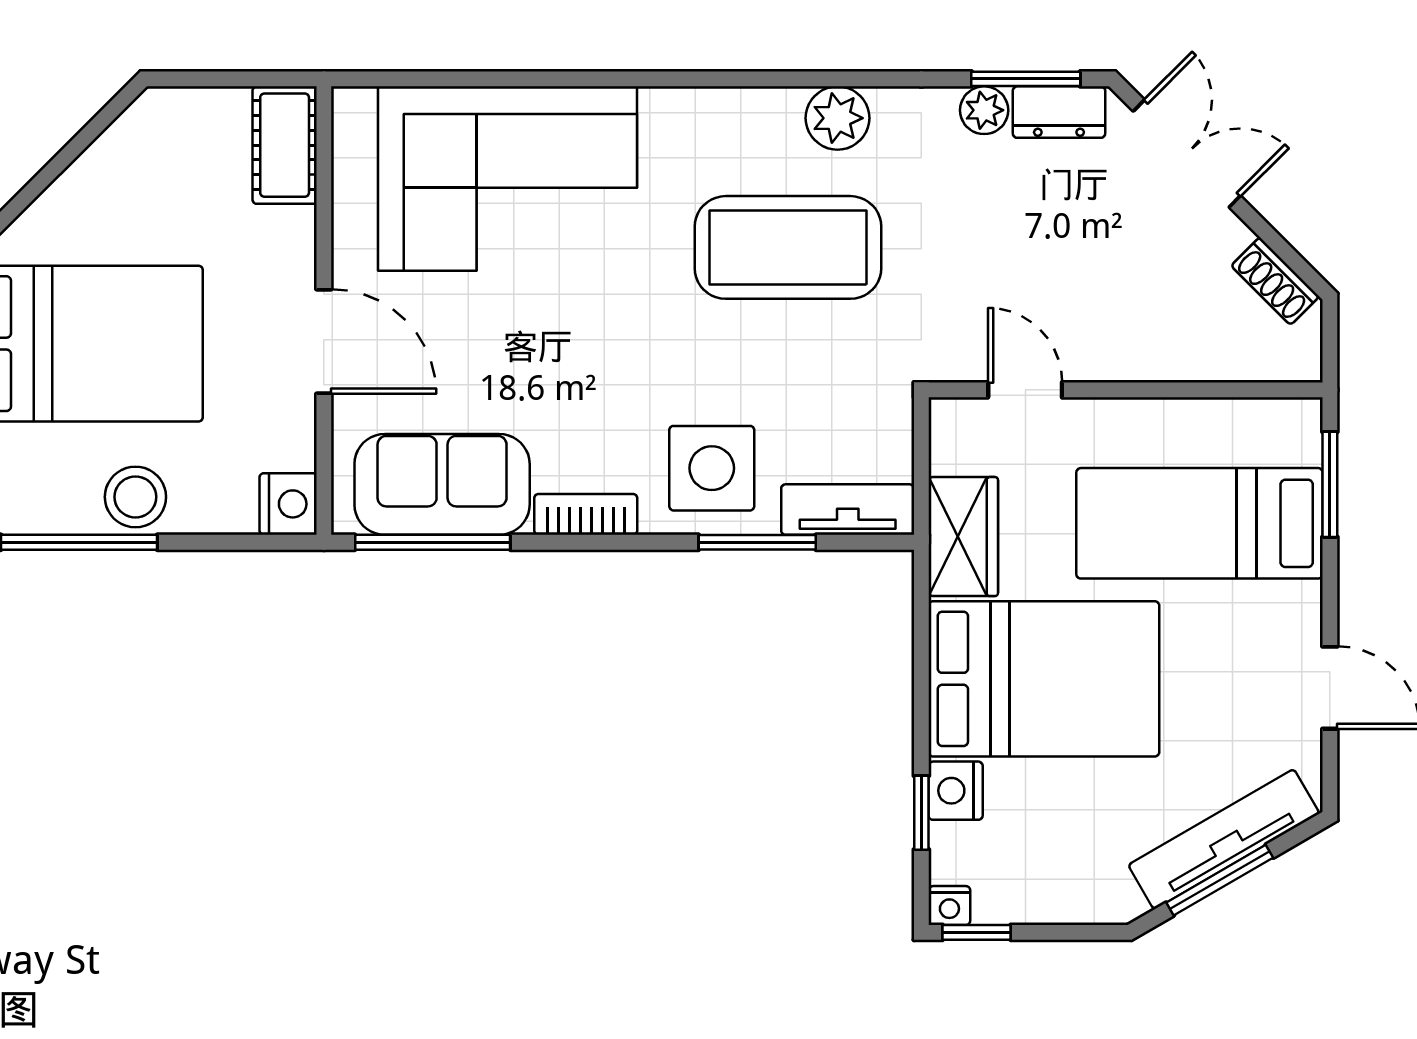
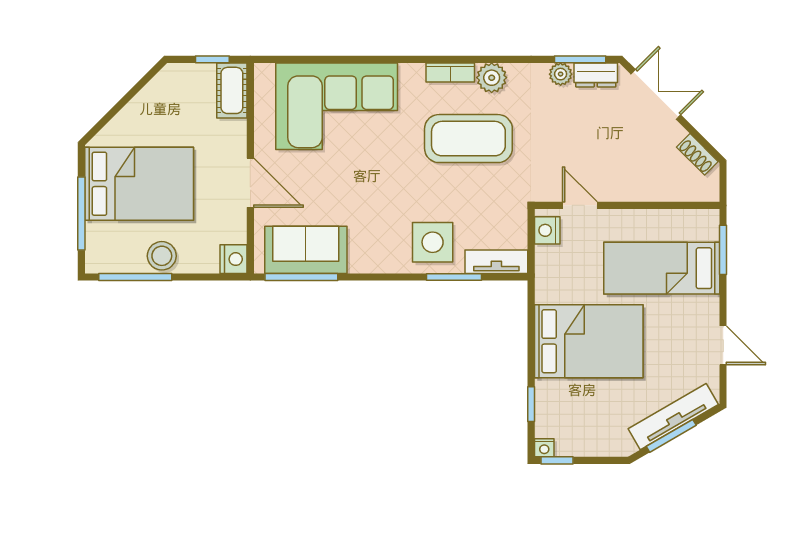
window: (243, 79) -> (212, 59), added
bookcase: (586, 514) -> (450, 72), moved, turned 180
wardrobe: (963, 537) -> (551, 274), removed
nightstand: (956, 791) -> (547, 230), moved

